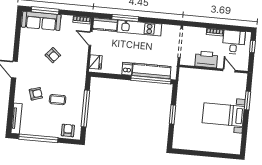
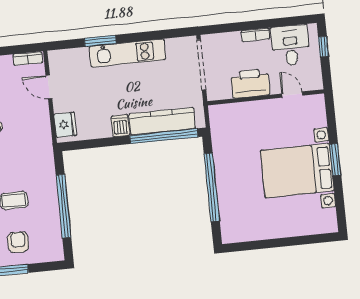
window: (125, 18) -> (100, 41), width x0.69
kitchen counter: (105, 25) -> (69, 59), removed
window: (247, 101) -> (335, 160), moved
window: (172, 114) -> (212, 187), width x2.11
bed with nightstands: (223, 115) -> (297, 171), width x1.36
armchair: (68, 130) -> (18, 242), moved

